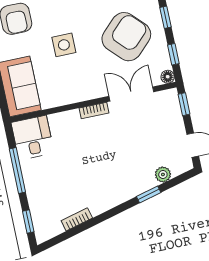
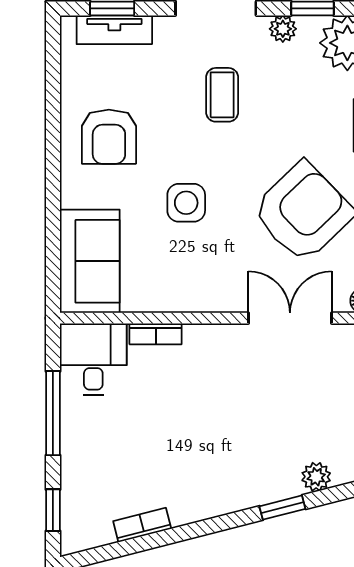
bookcase: (94, 111) -> (156, 334), moved

